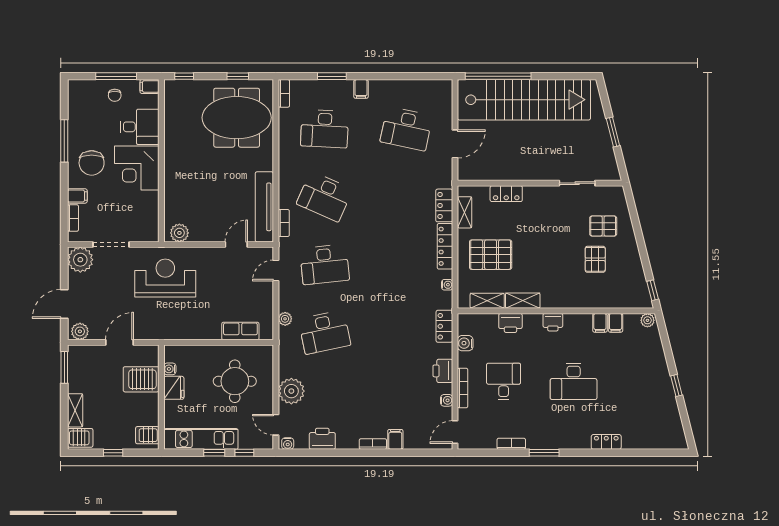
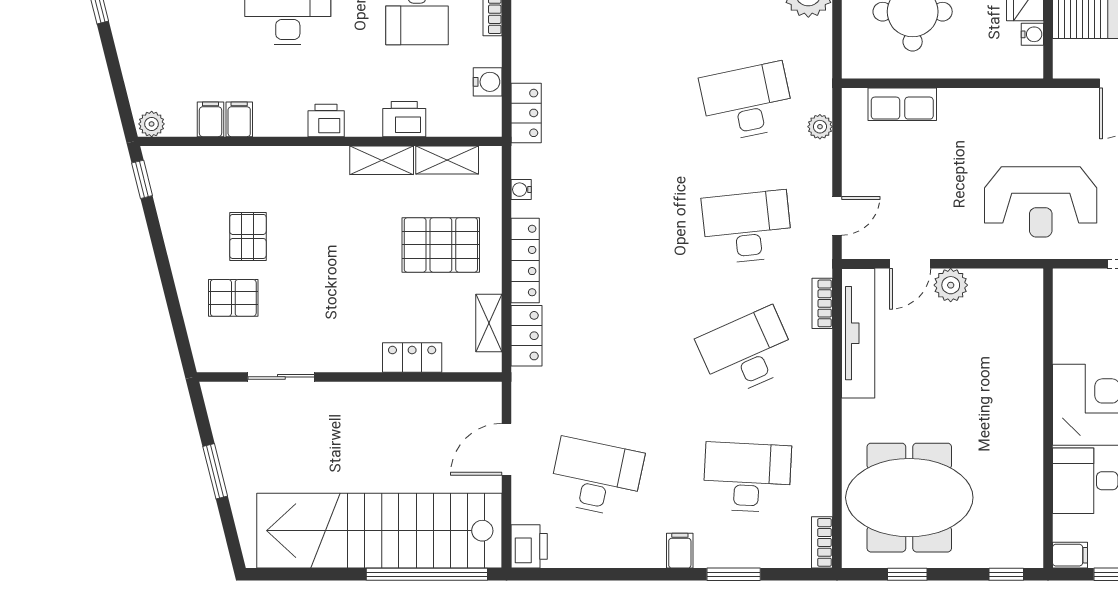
desk: (325, 197) -> (747, 352), turned -48
plant: (179, 233) -> (951, 285), moved
printer: (443, 371) -> (529, 546), moved

